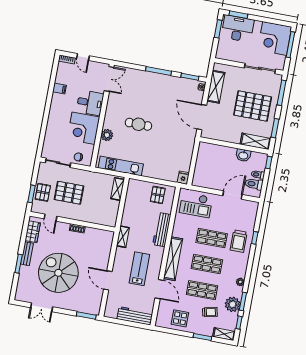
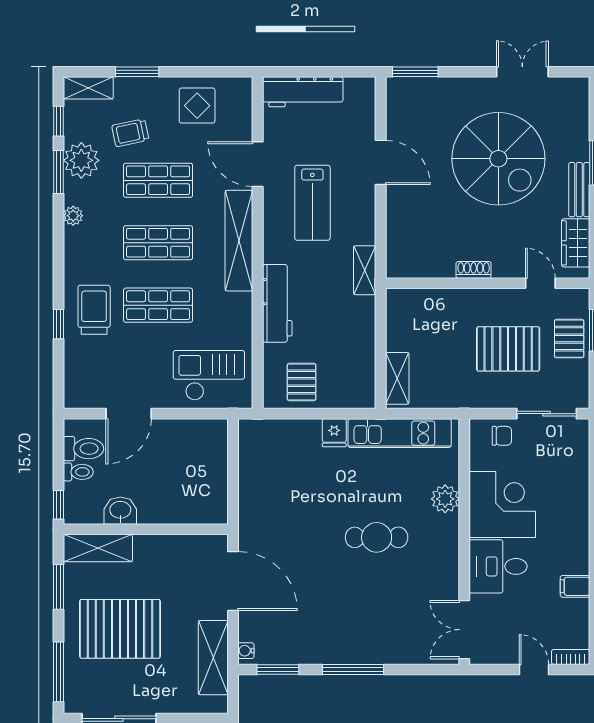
fridge: (183, 178) -> (334, 433), moved

